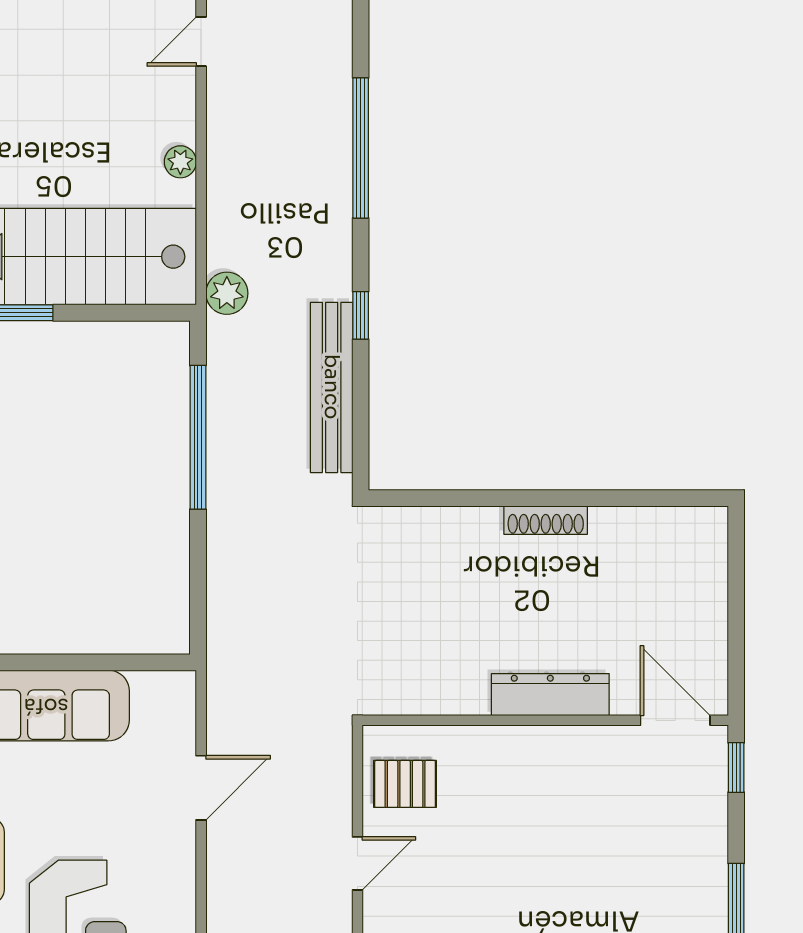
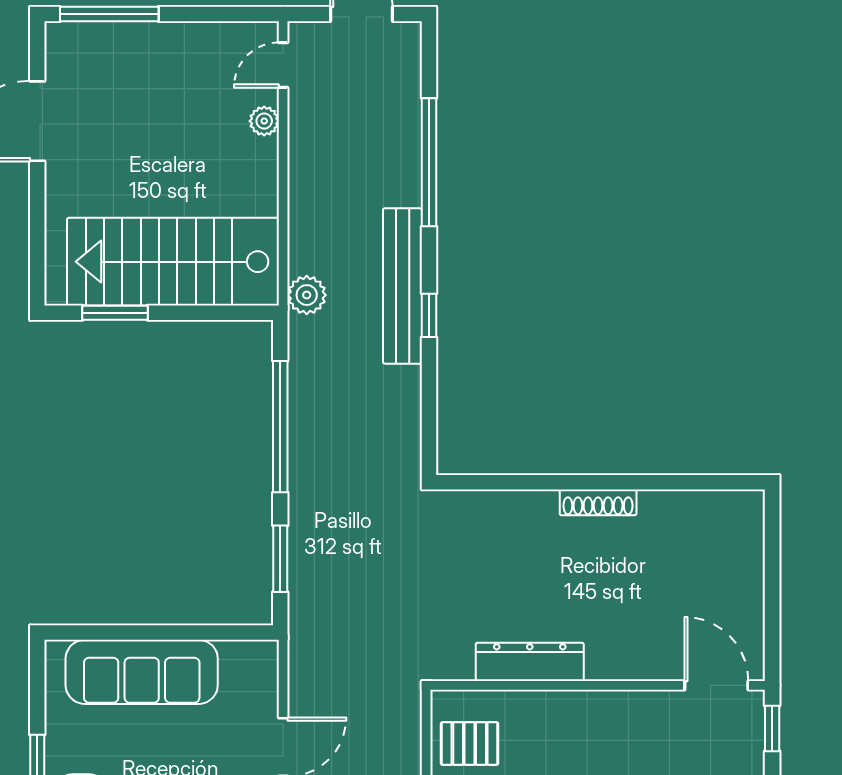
plant: (180, 162) -> (264, 121), moved
bench: (332, 387) -> (402, 286), moved
window: (198, 582) -> (280, 559), added
dresser: (550, 695) -> (530, 662), moved

